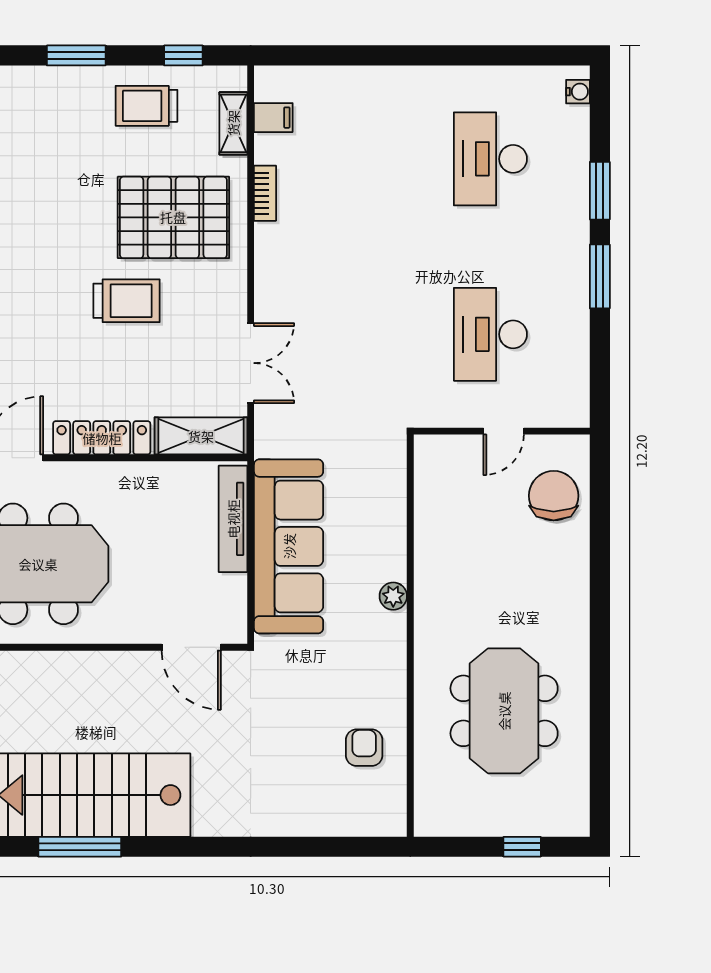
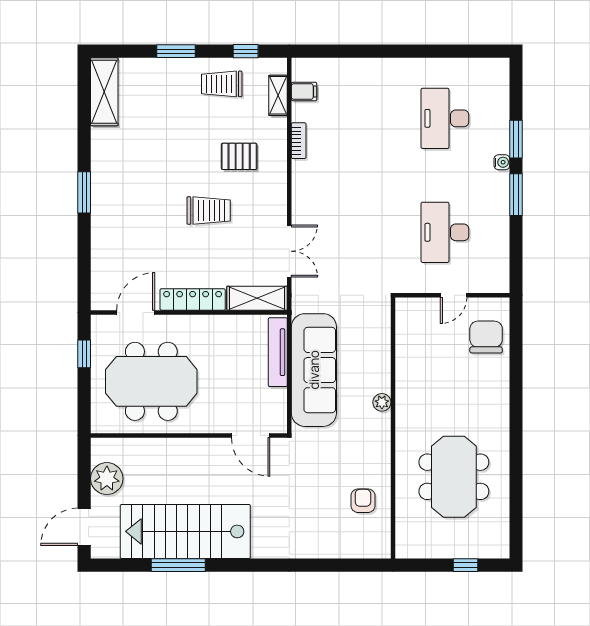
water cooler: (578, 92) -> (502, 162), moved
pallet: (173, 217) -> (239, 156), width x0.49, depth x0.50

